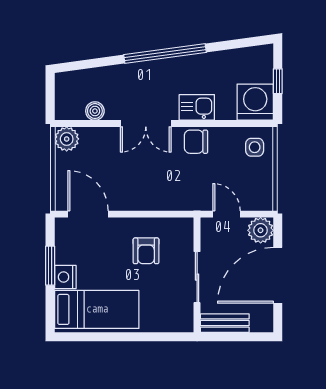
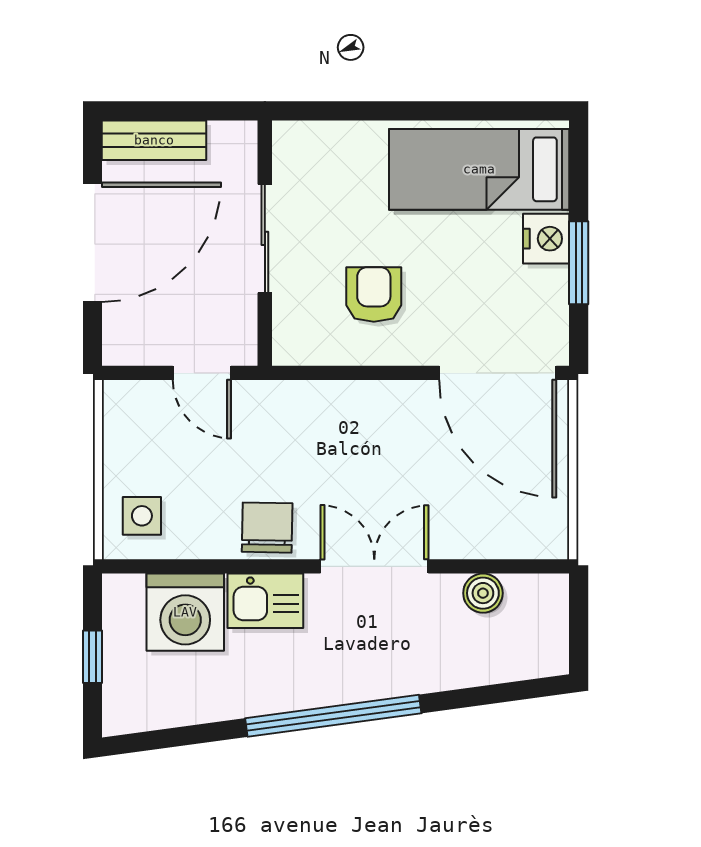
washing machine: (255, 102) -> (185, 612), moved
plant: (67, 139) -> (543, 533), removed
chair: (196, 142) -> (267, 528), turned -89
door: (88, 214) -> (498, 373), width x1.36
plant: (261, 230) -> (129, 338), removed
bench: (225, 323) -> (154, 140), moved

